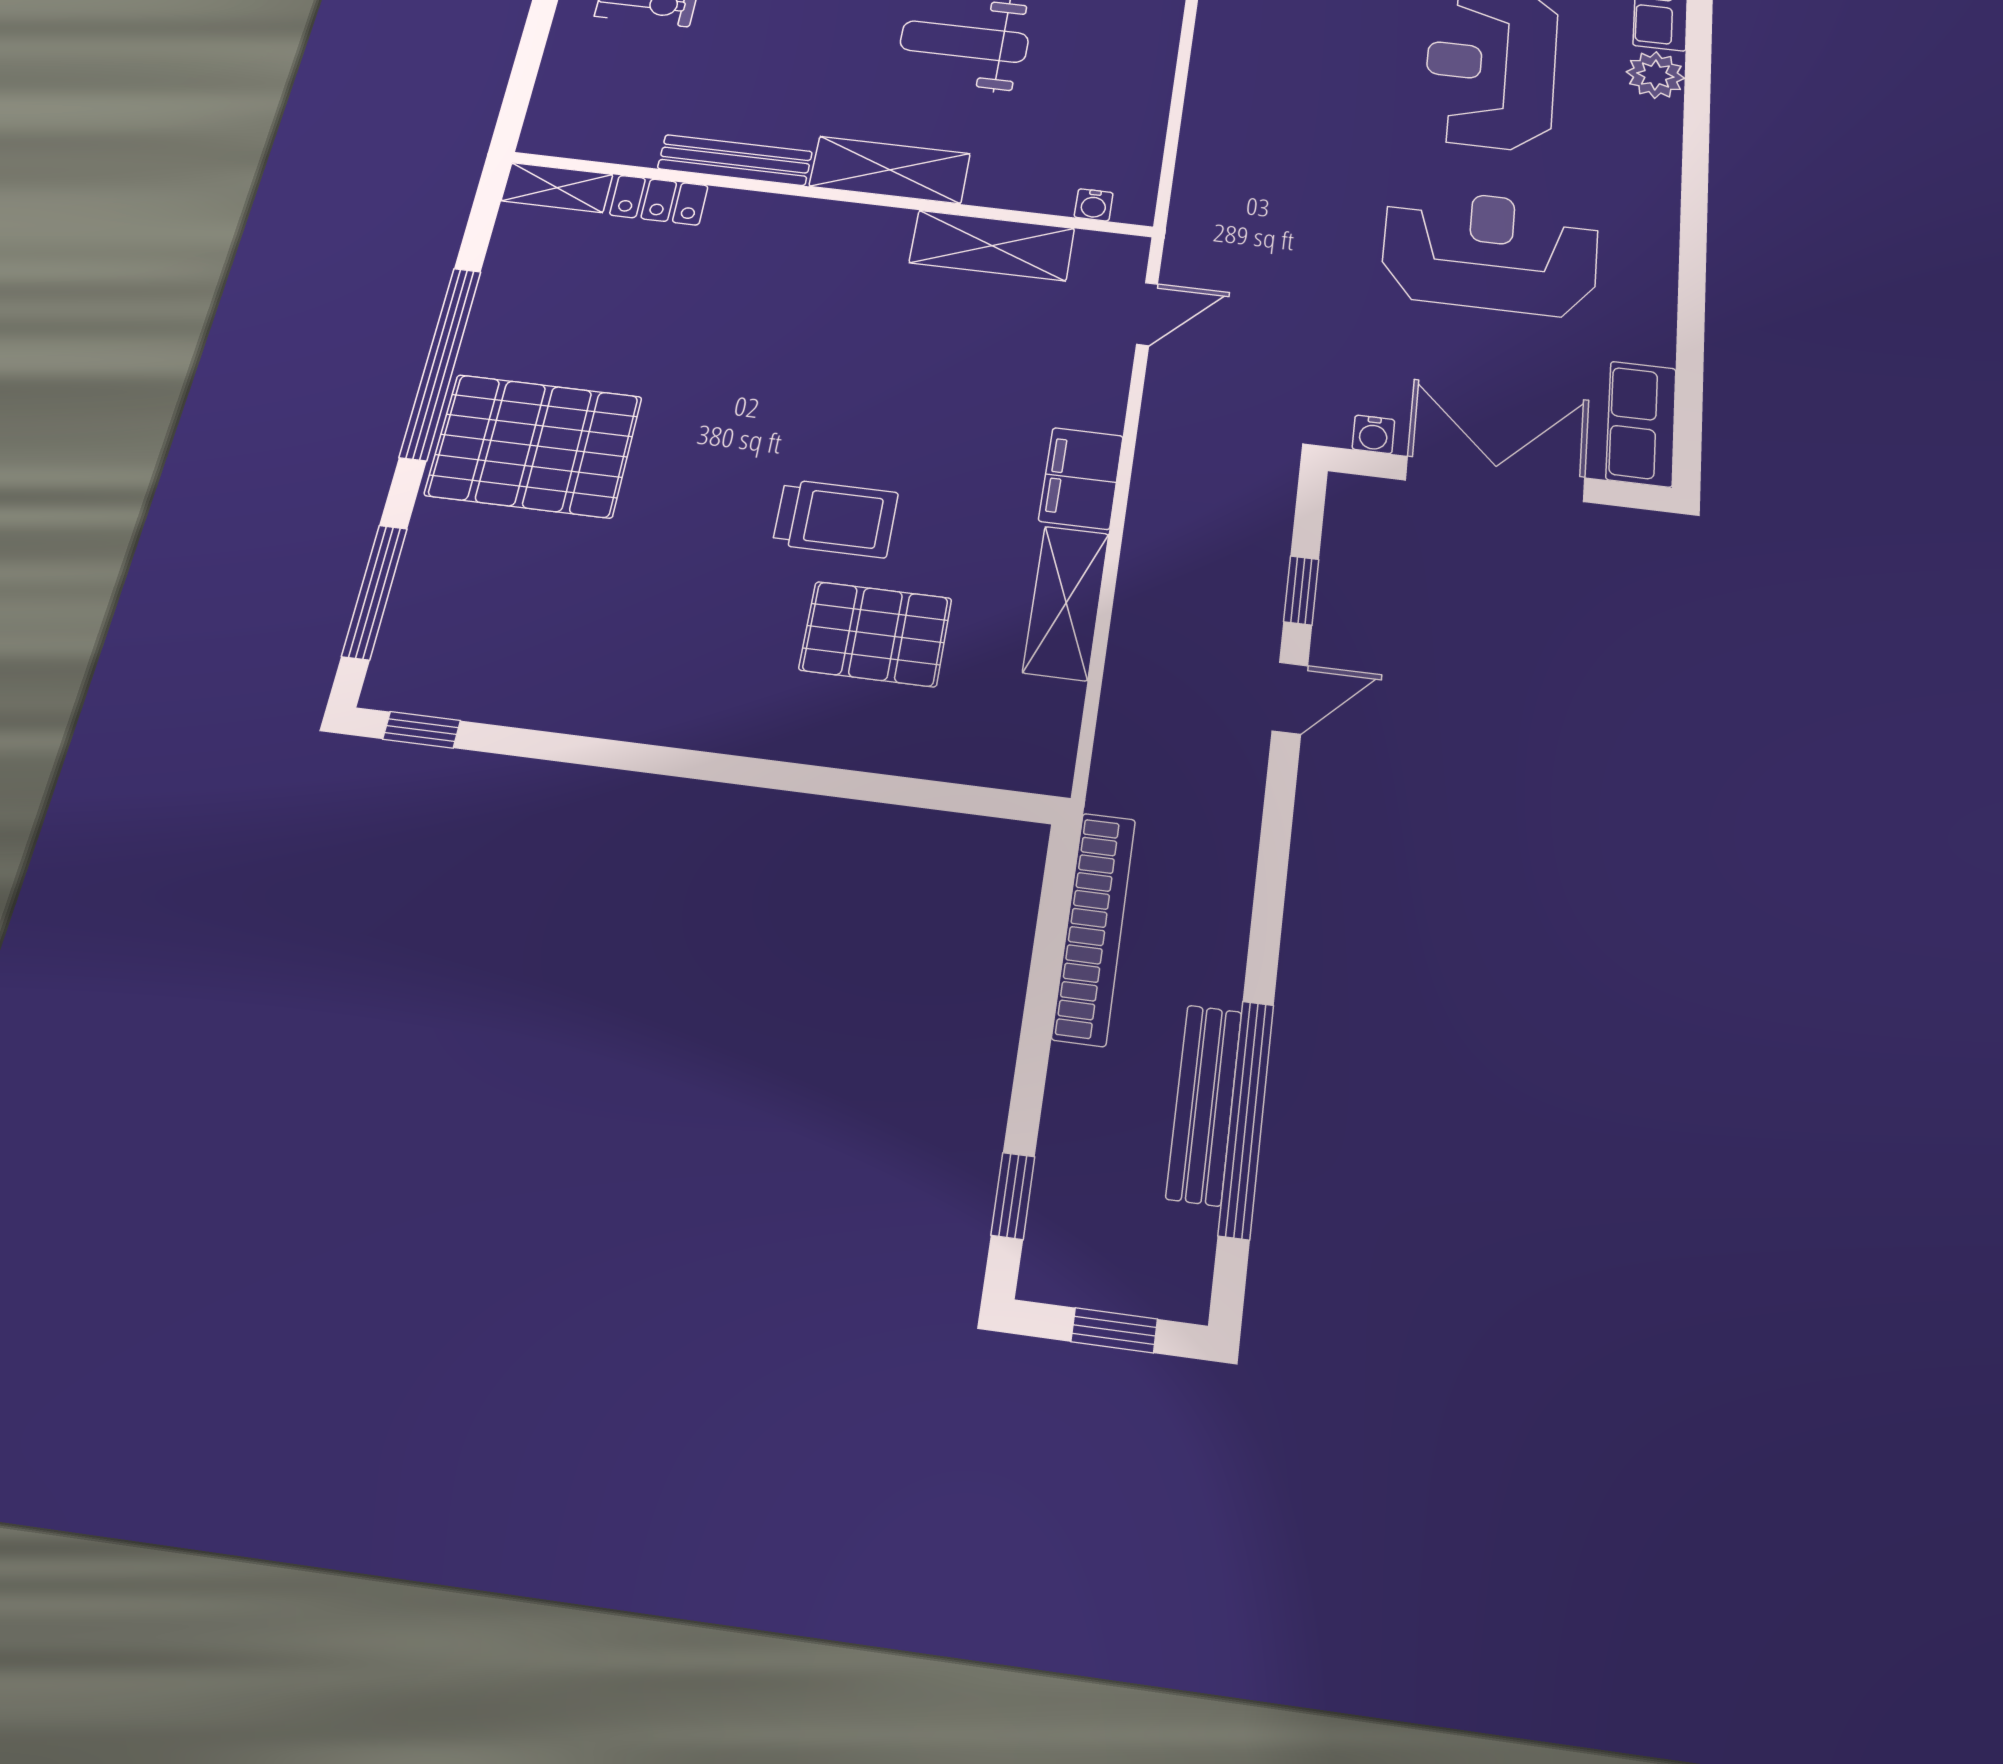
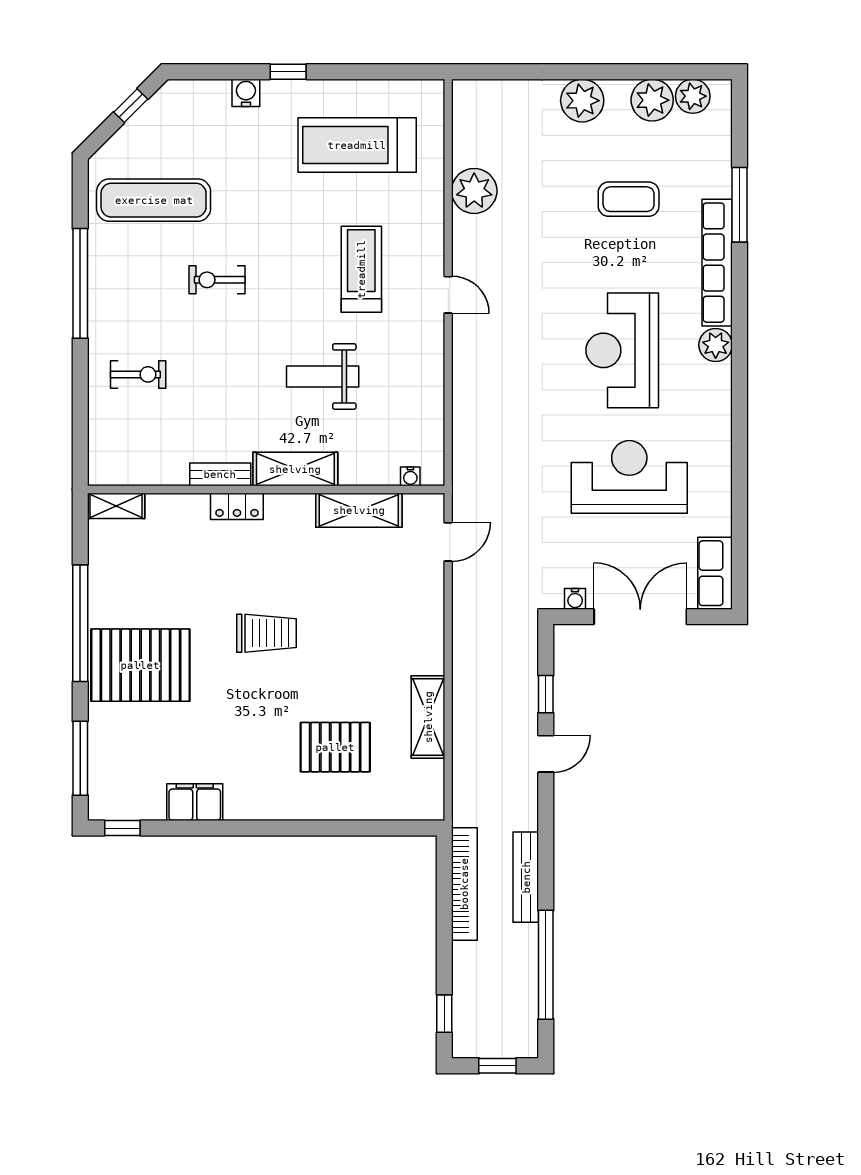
bench: (735, 160) -> (220, 474), width x0.73
locker: (659, 200) -> (237, 506), moved
filing cabinet: (1081, 478) -> (195, 802), moved, turned 90
trolley: (836, 518) -> (266, 633), moved
bench: (1204, 1104) -> (526, 877), moved

